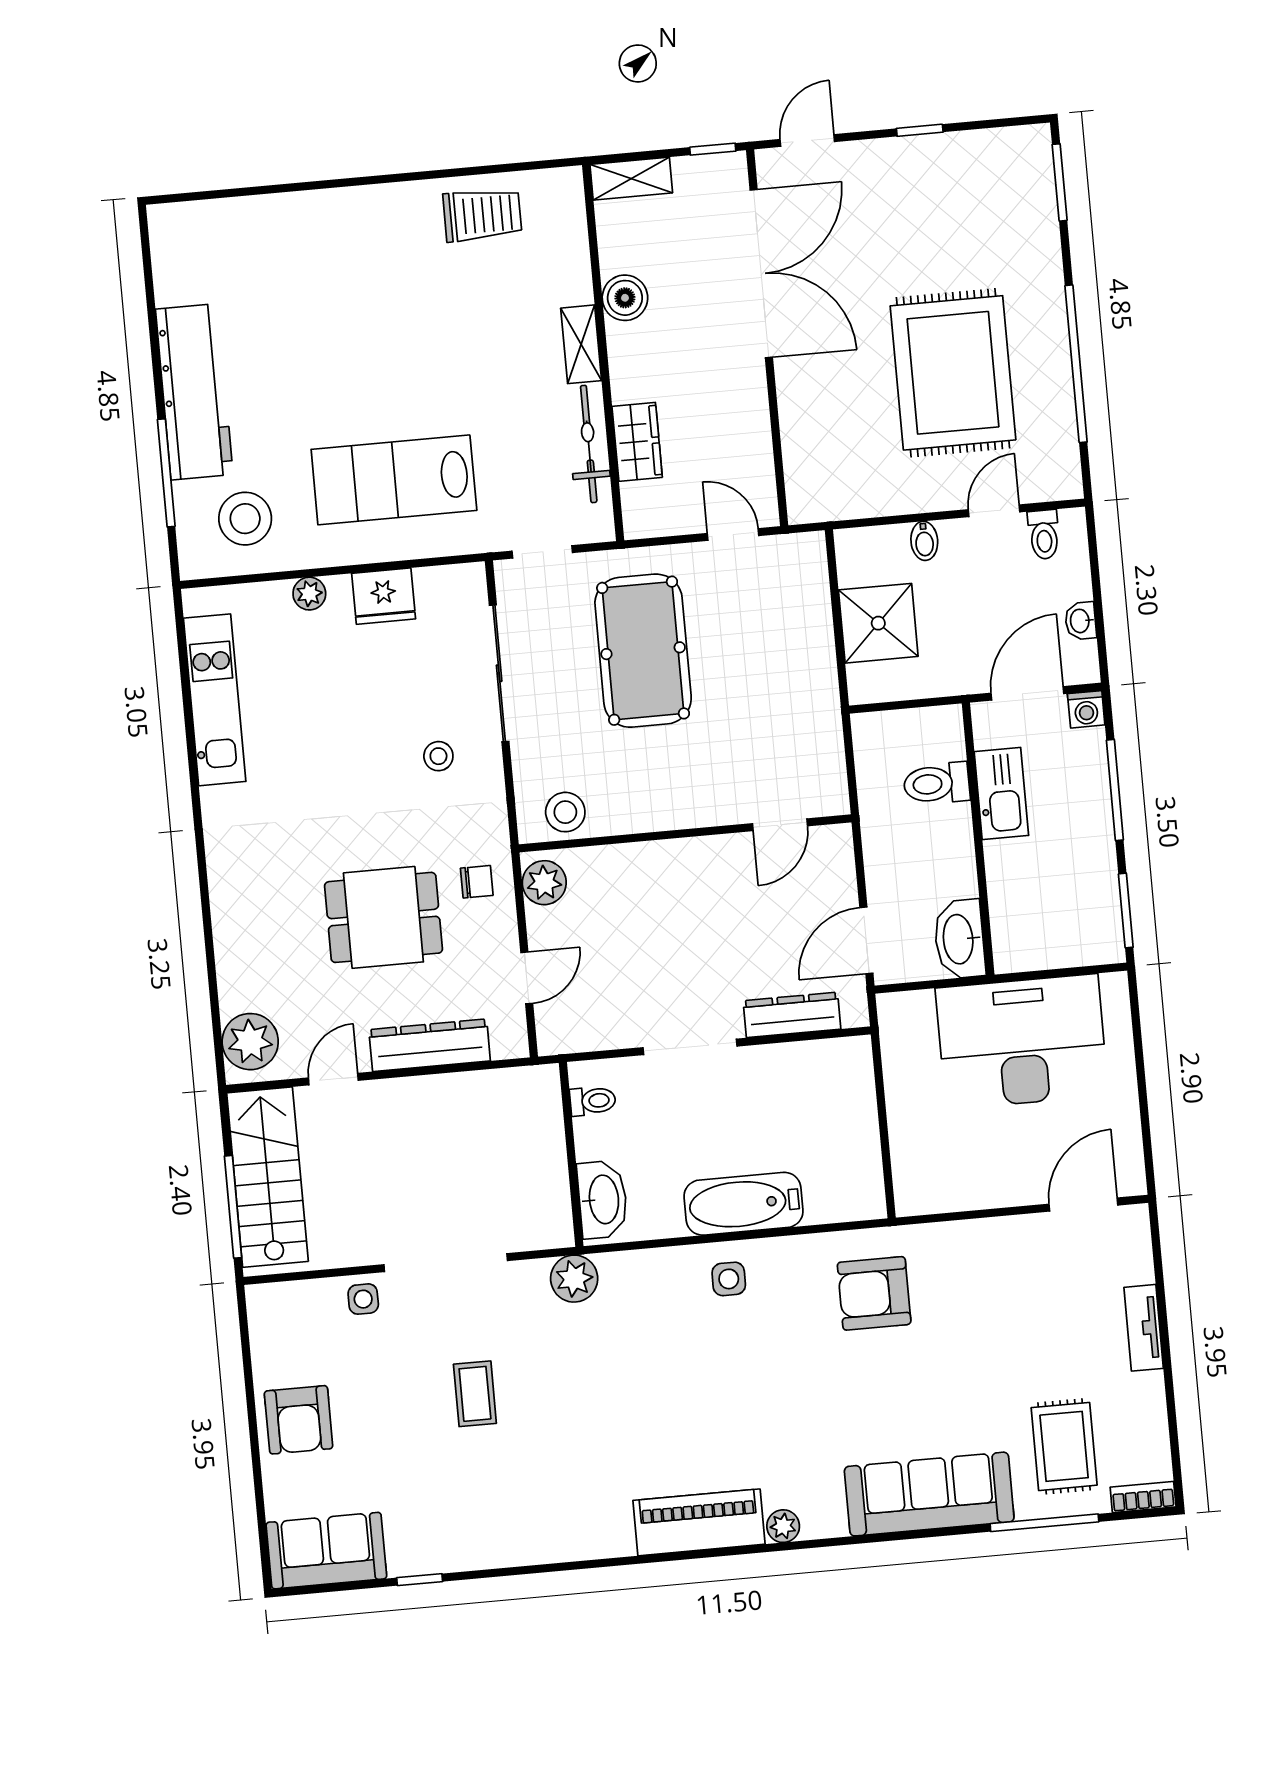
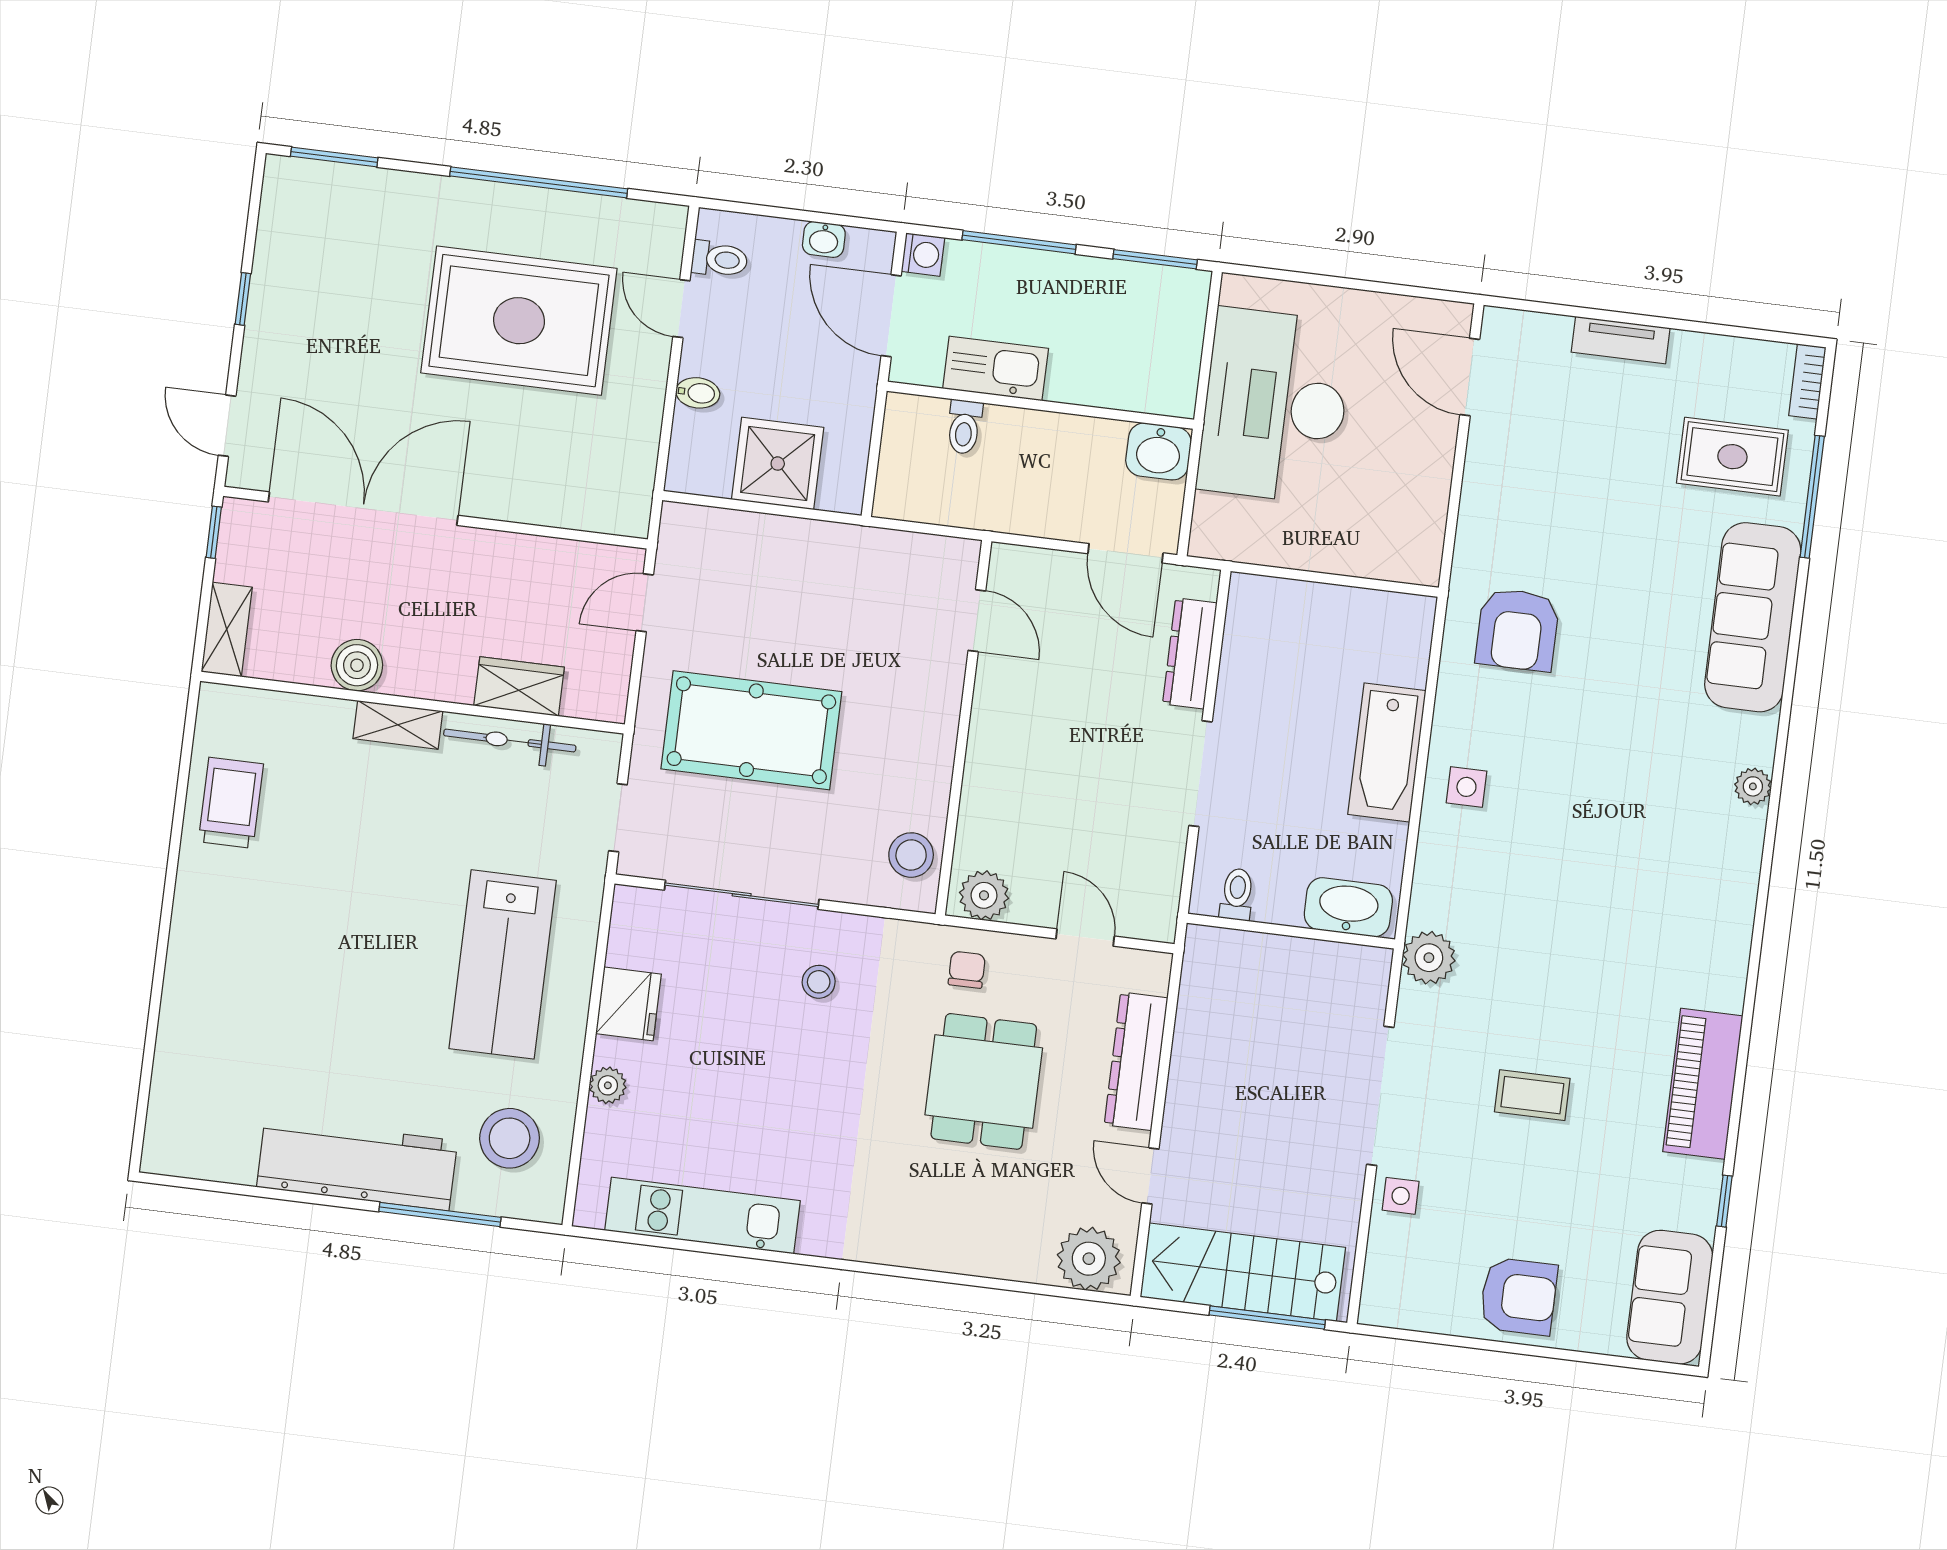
toilet: (937, 784) -> (964, 427), width x0.73, depth x0.72
washbasin: (959, 939) -> (1158, 451), width x0.72
piano: (699, 1522) -> (1703, 1084), moved

